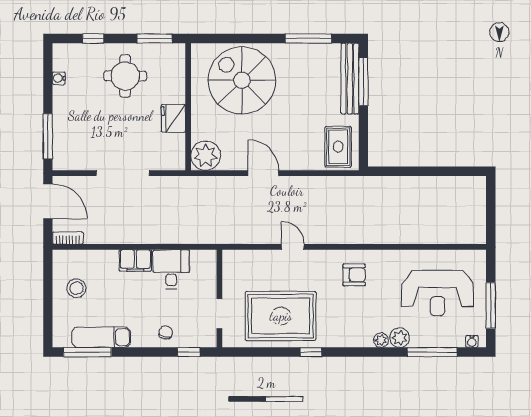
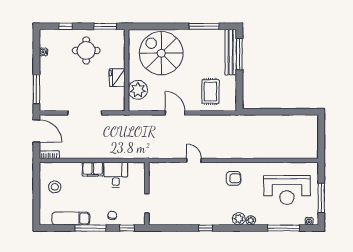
rug: (338, 147) -> (210, 92), moved
plant: (206, 156) -> (138, 90), moved
rug: (281, 316) -> (186, 205), removed
plant: (400, 338) -> (239, 219), moved
window: (87, 352) -> (90, 228), moved

